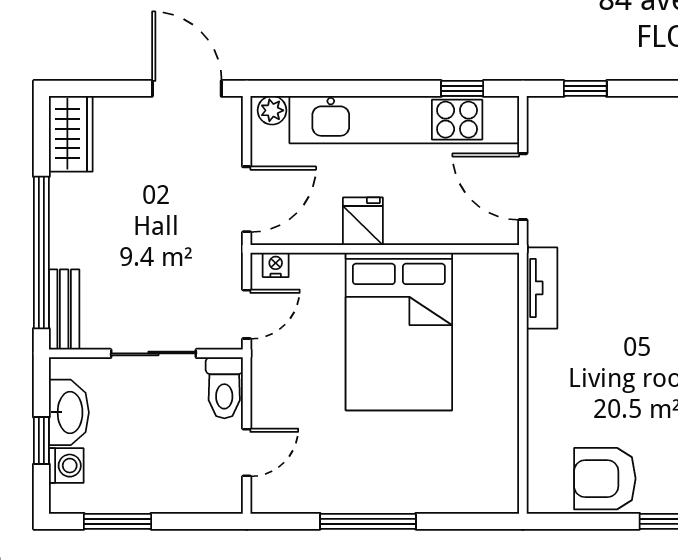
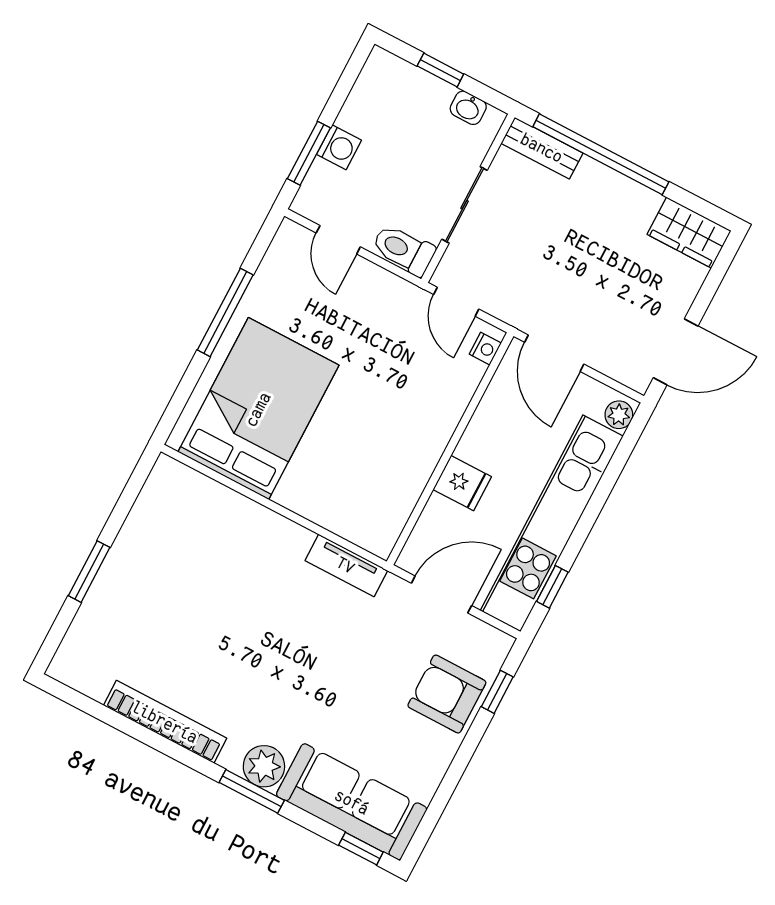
fridge: (363, 221) -> (462, 483), moved
bed: (399, 331) -> (258, 409), moved, turned 90
washbasin: (69, 412) -> (468, 108), width x0.52, depth x0.69
washing machine: (66, 466) -> (339, 147), moved, turned -90
armchair: (605, 479) -> (447, 694), moved, turned -90
window: (117, 521) -> (309, 153), moved

